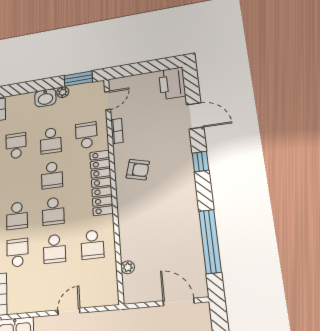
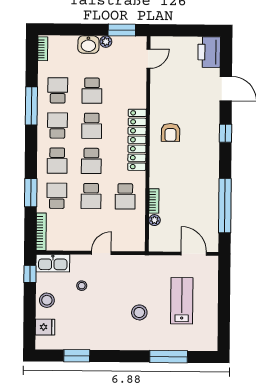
bookcase: (117, 131) -> (154, 201), moved
school desk: (86, 135) -> (57, 125), moved
armchair: (138, 170) -> (171, 132), turned 75

